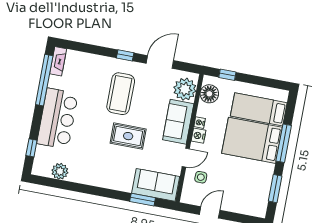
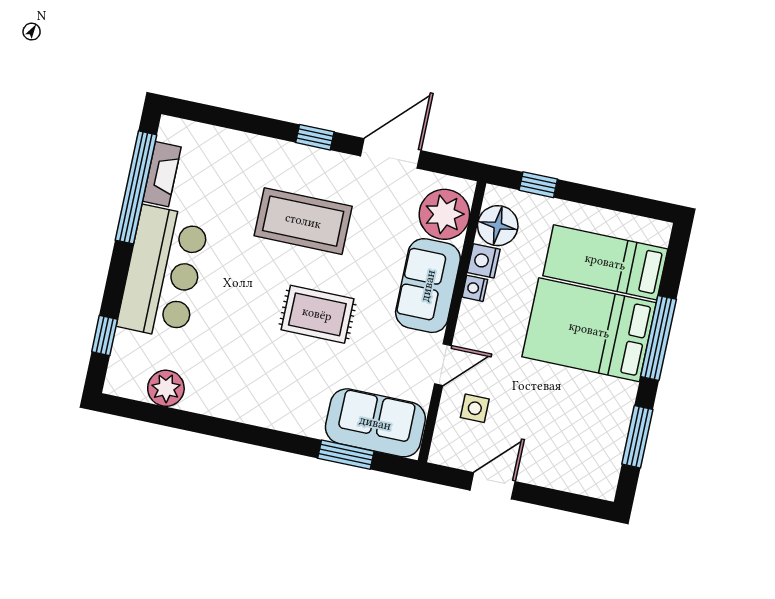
fireplace: (58, 61) -> (162, 174), moved
coffee table: (121, 94) -> (303, 221), turned 90
nightstand: (198, 136) -> (484, 261), moved

